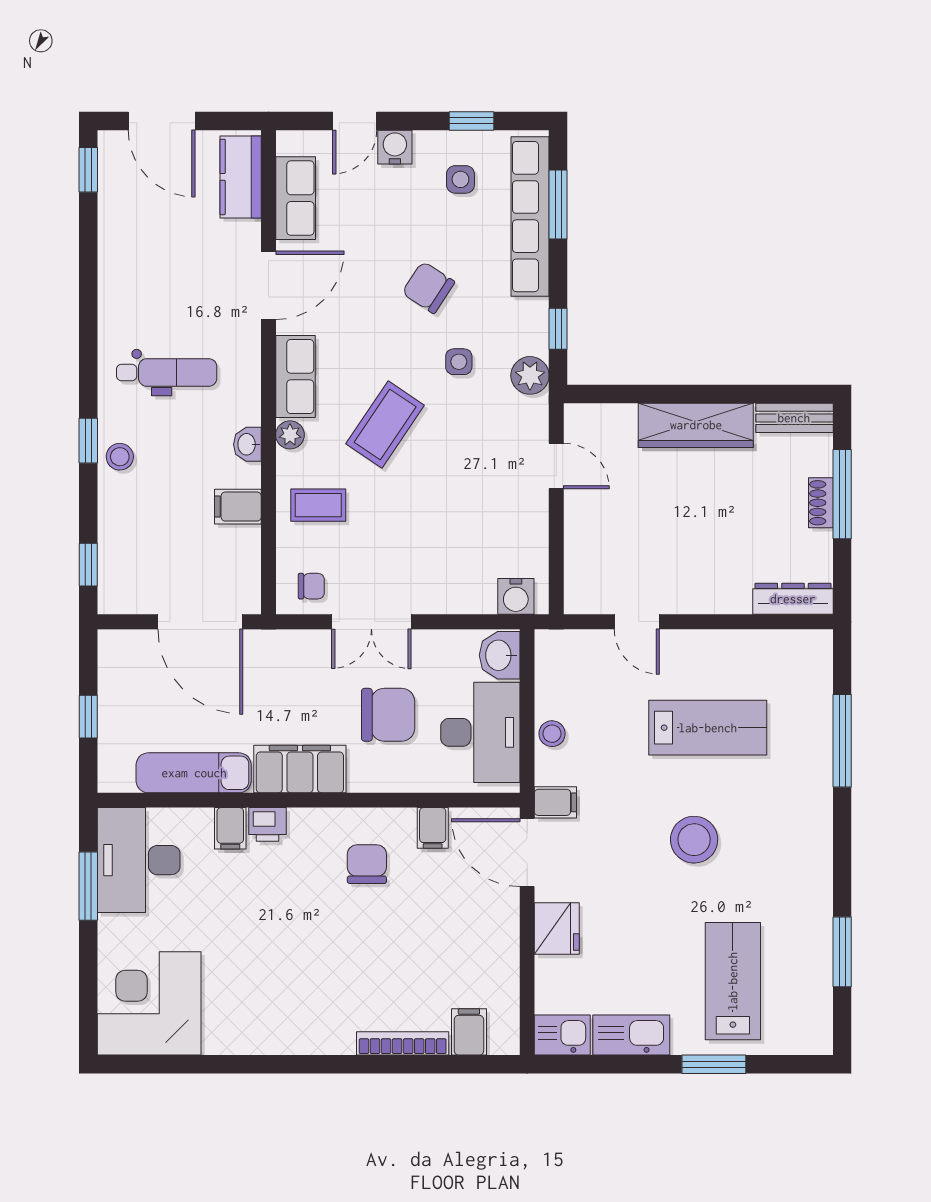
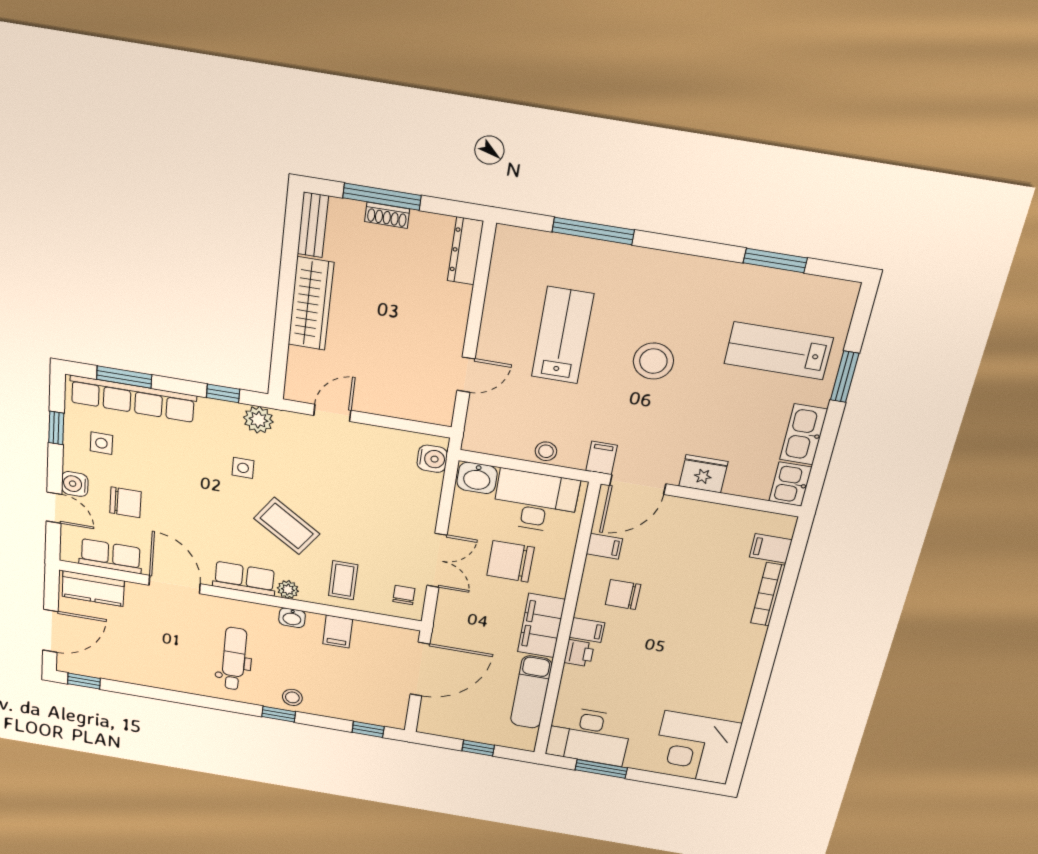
chair: (428, 287) -> (125, 502), moved, turned -123
chair: (388, 715) -> (510, 561), turned -90
filing cabinet: (230, 828) -> (587, 630), moved

